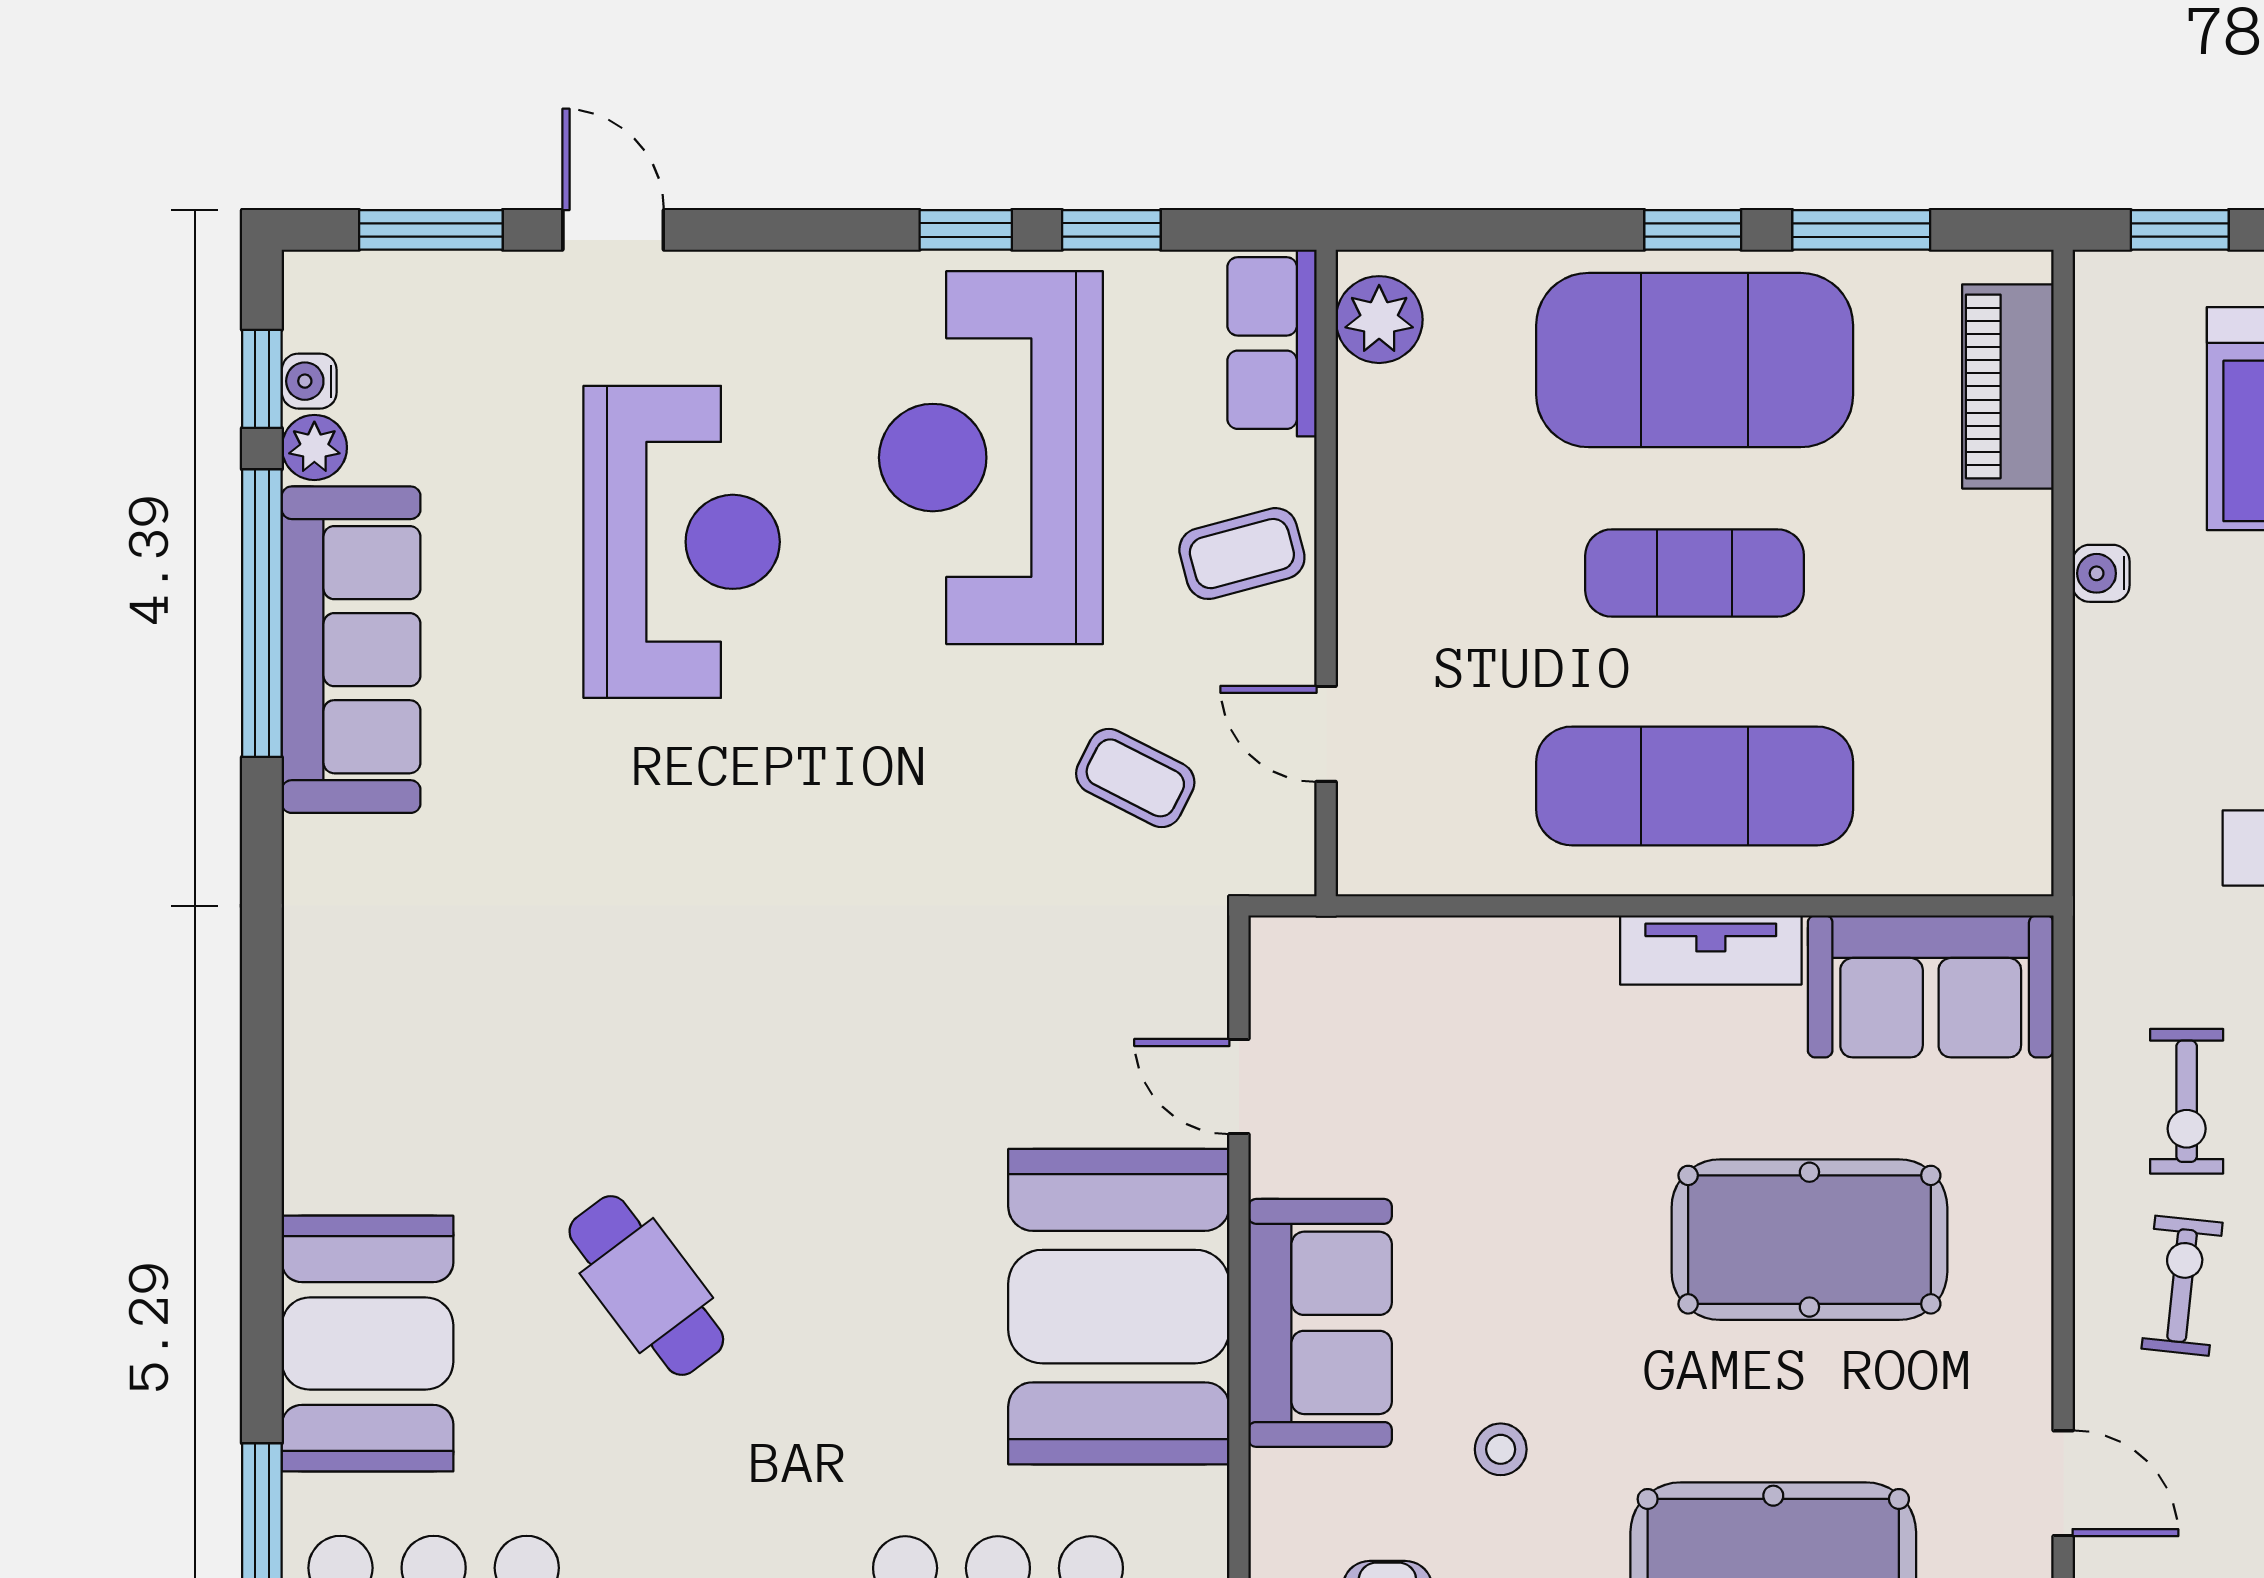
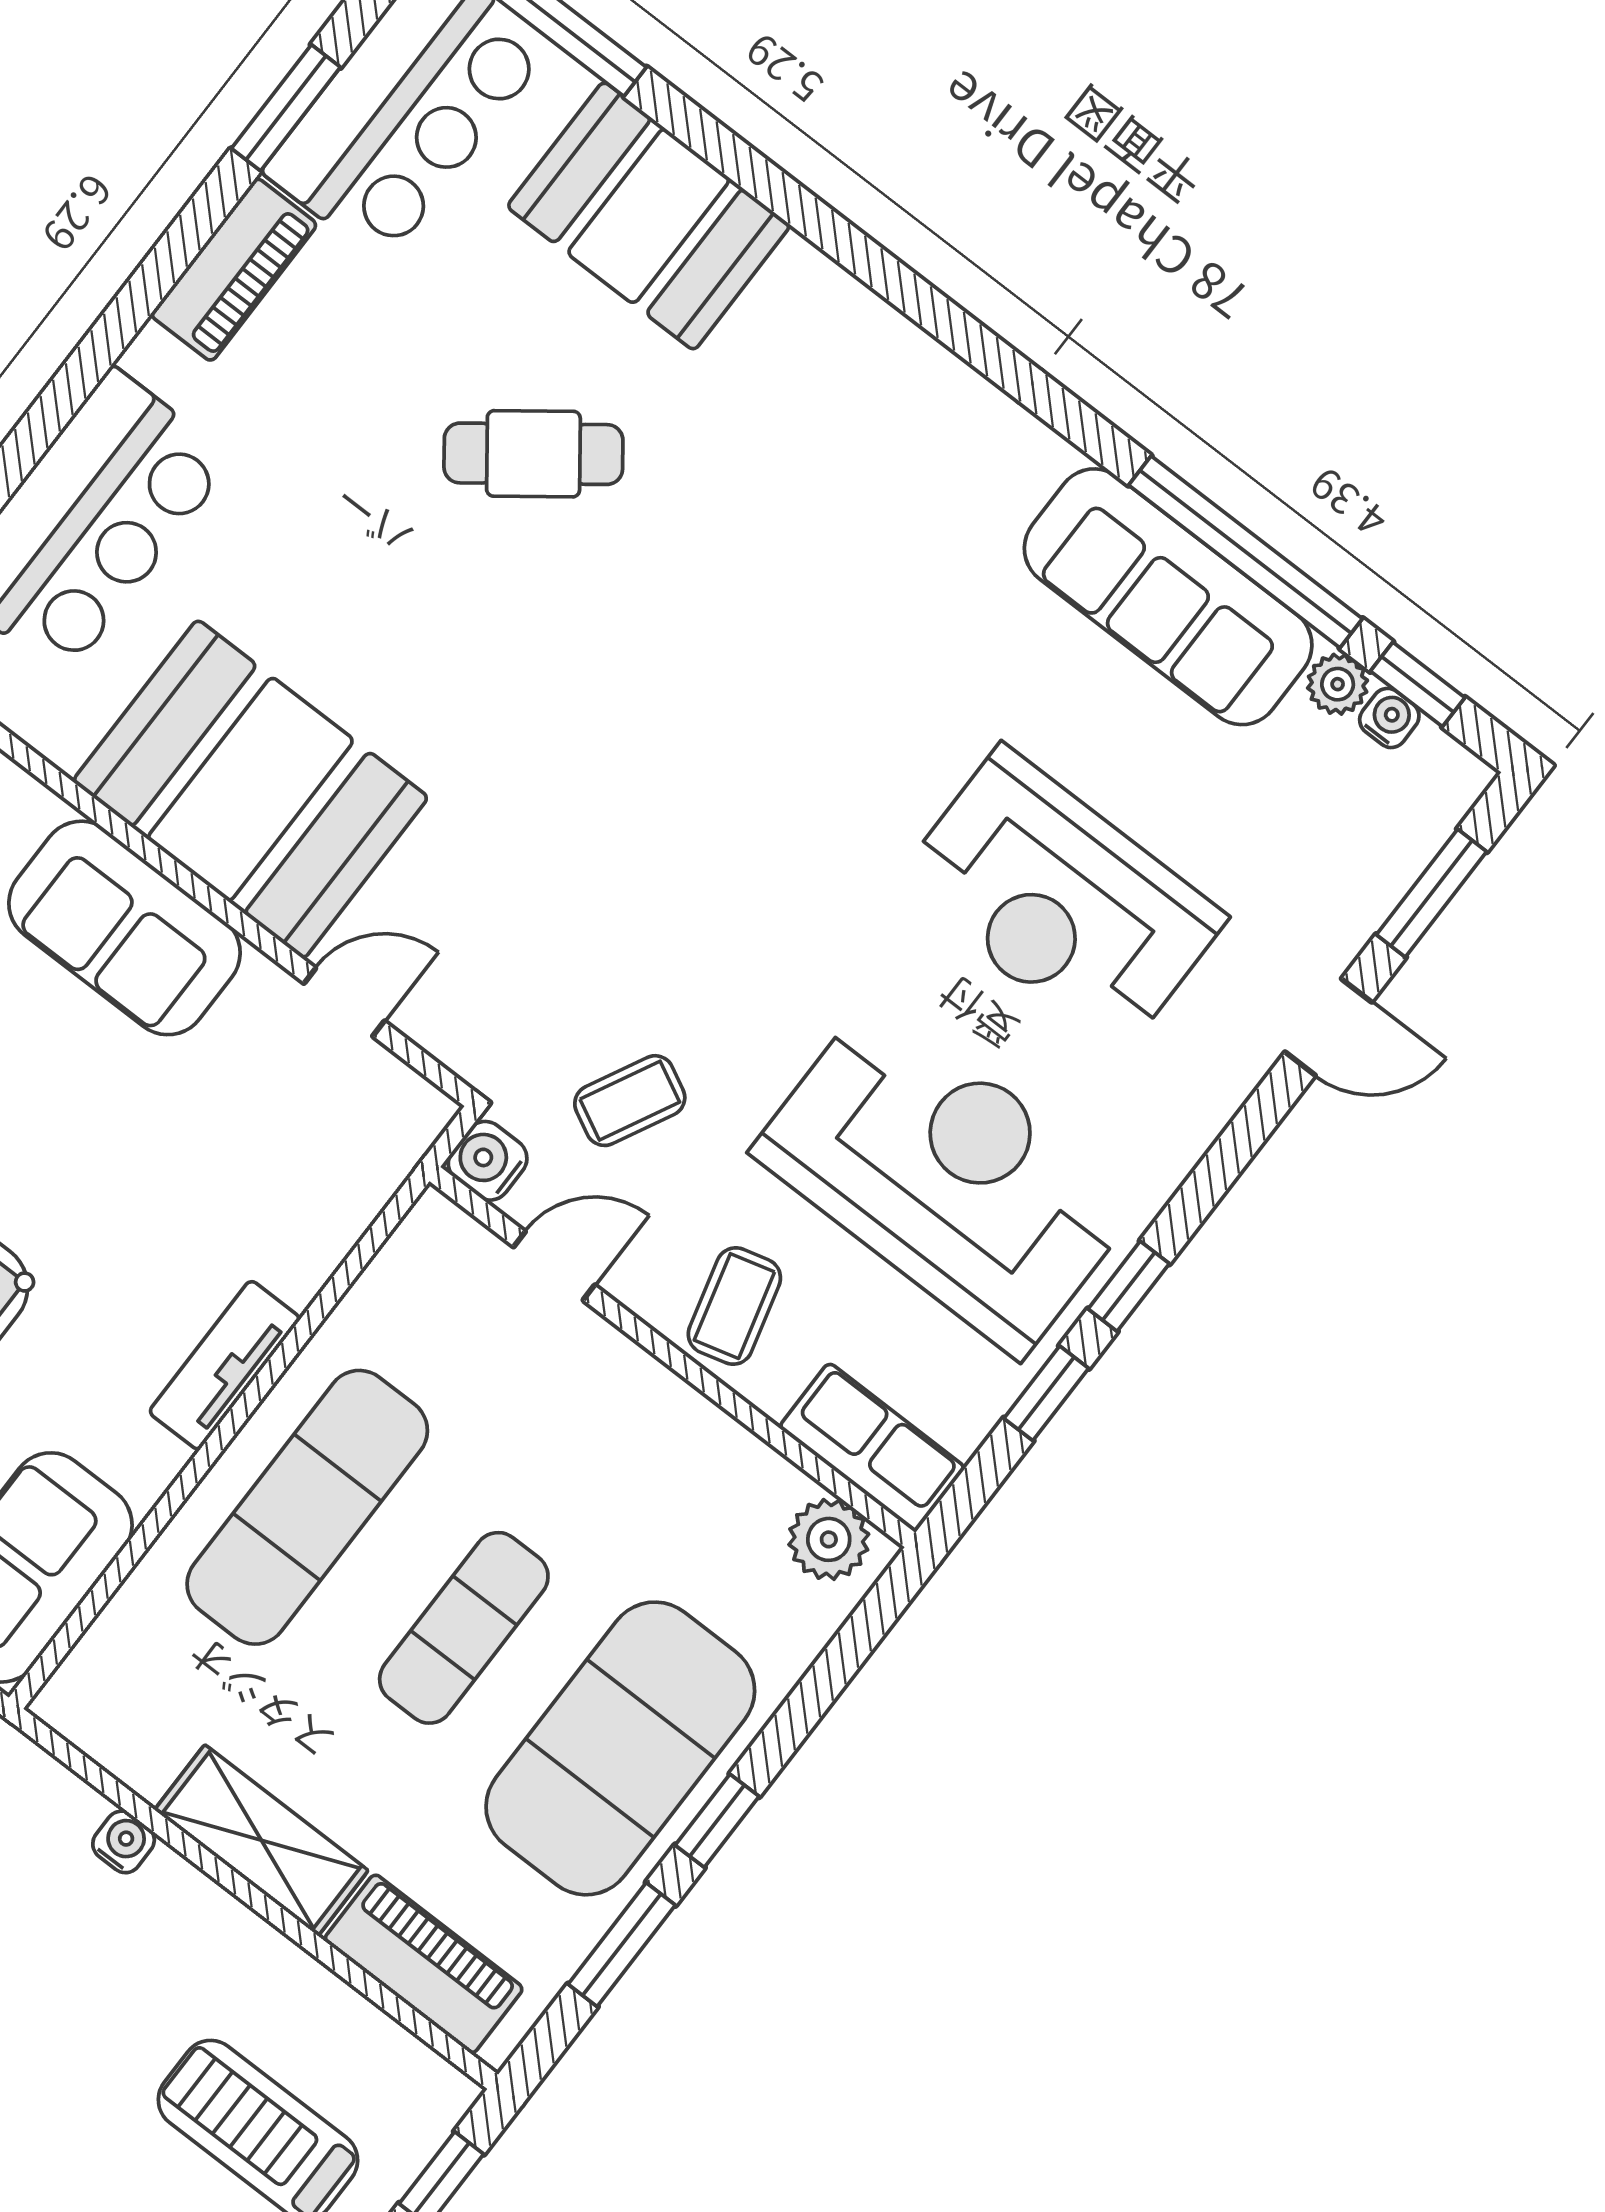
water cooler: (2101, 573) -> (124, 1842), moved
shelving: (2009, 606) -> (261, 1840), added
water cooler: (1280, 860) -> (488, 1161), added
tv unit: (1711, 950) -> (225, 1365), moved

